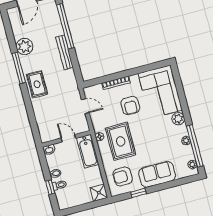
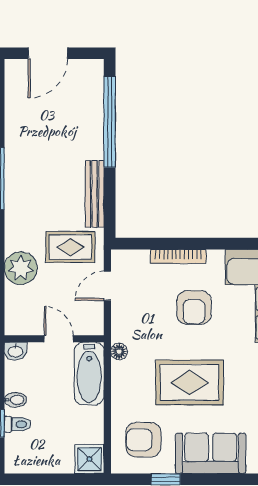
plant: (24, 47) -> (21, 268), moved
bench: (64, 52) -> (95, 194), moved
rug: (37, 84) -> (70, 247), moved, turned 90
door: (85, 106) -> (107, 286), swing flipped
rug: (121, 141) -> (190, 382), moved, turned 90

